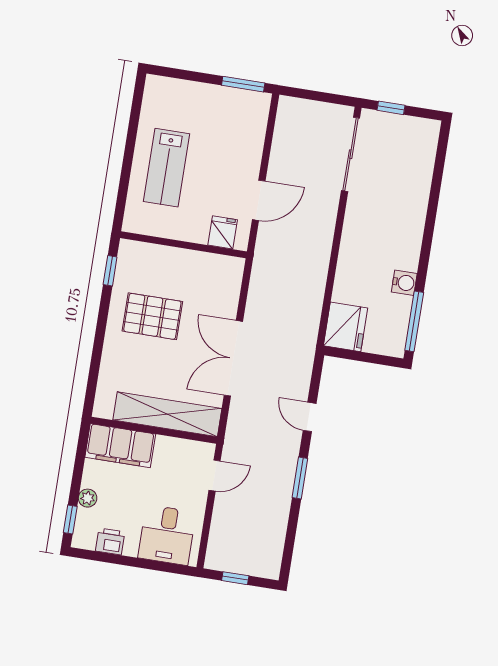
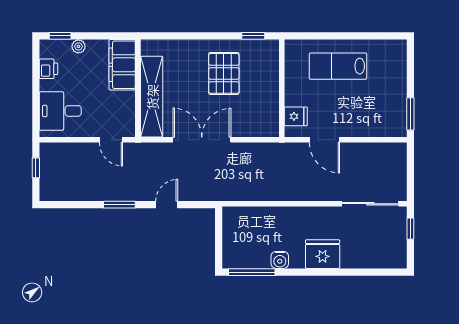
fridge: (346, 327) -> (323, 254), moved, turned 180

